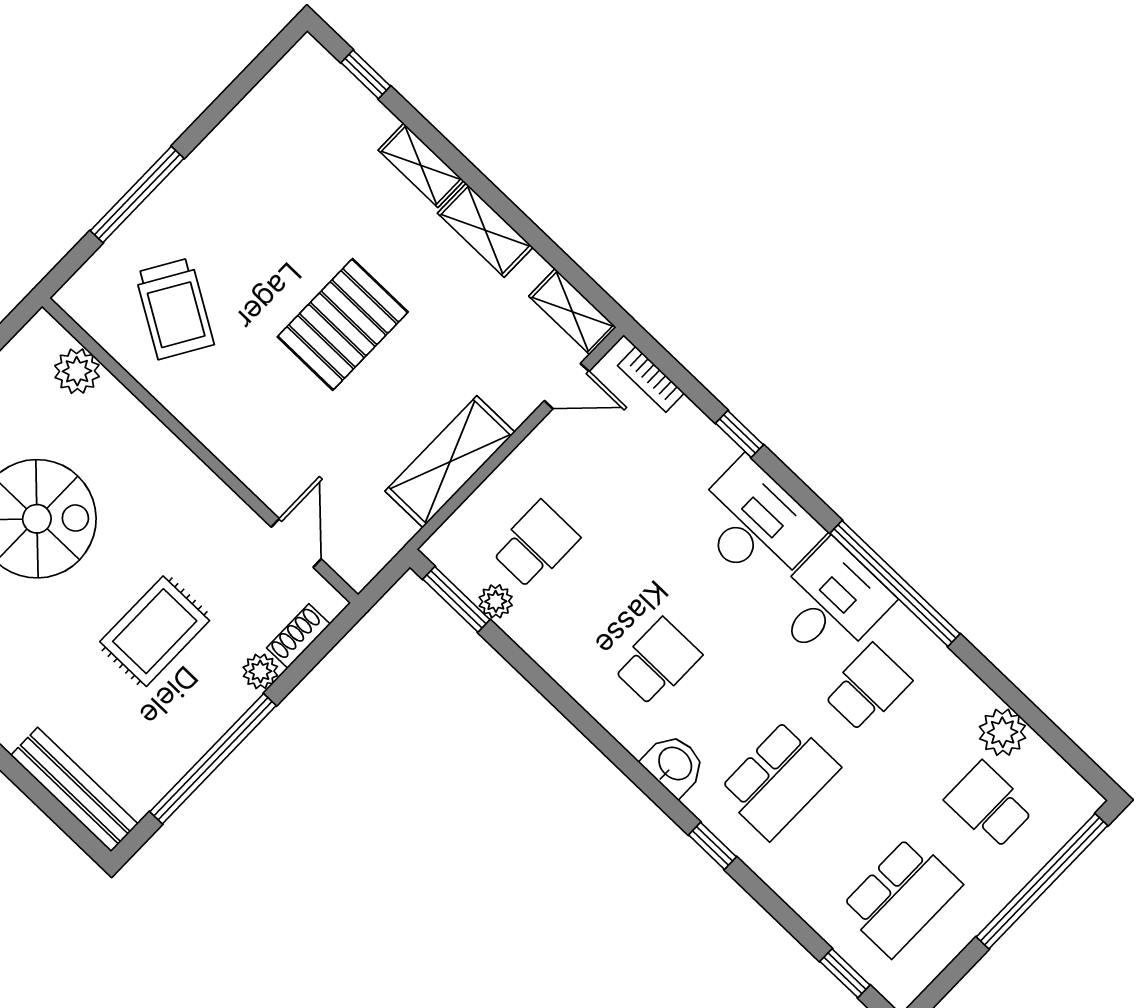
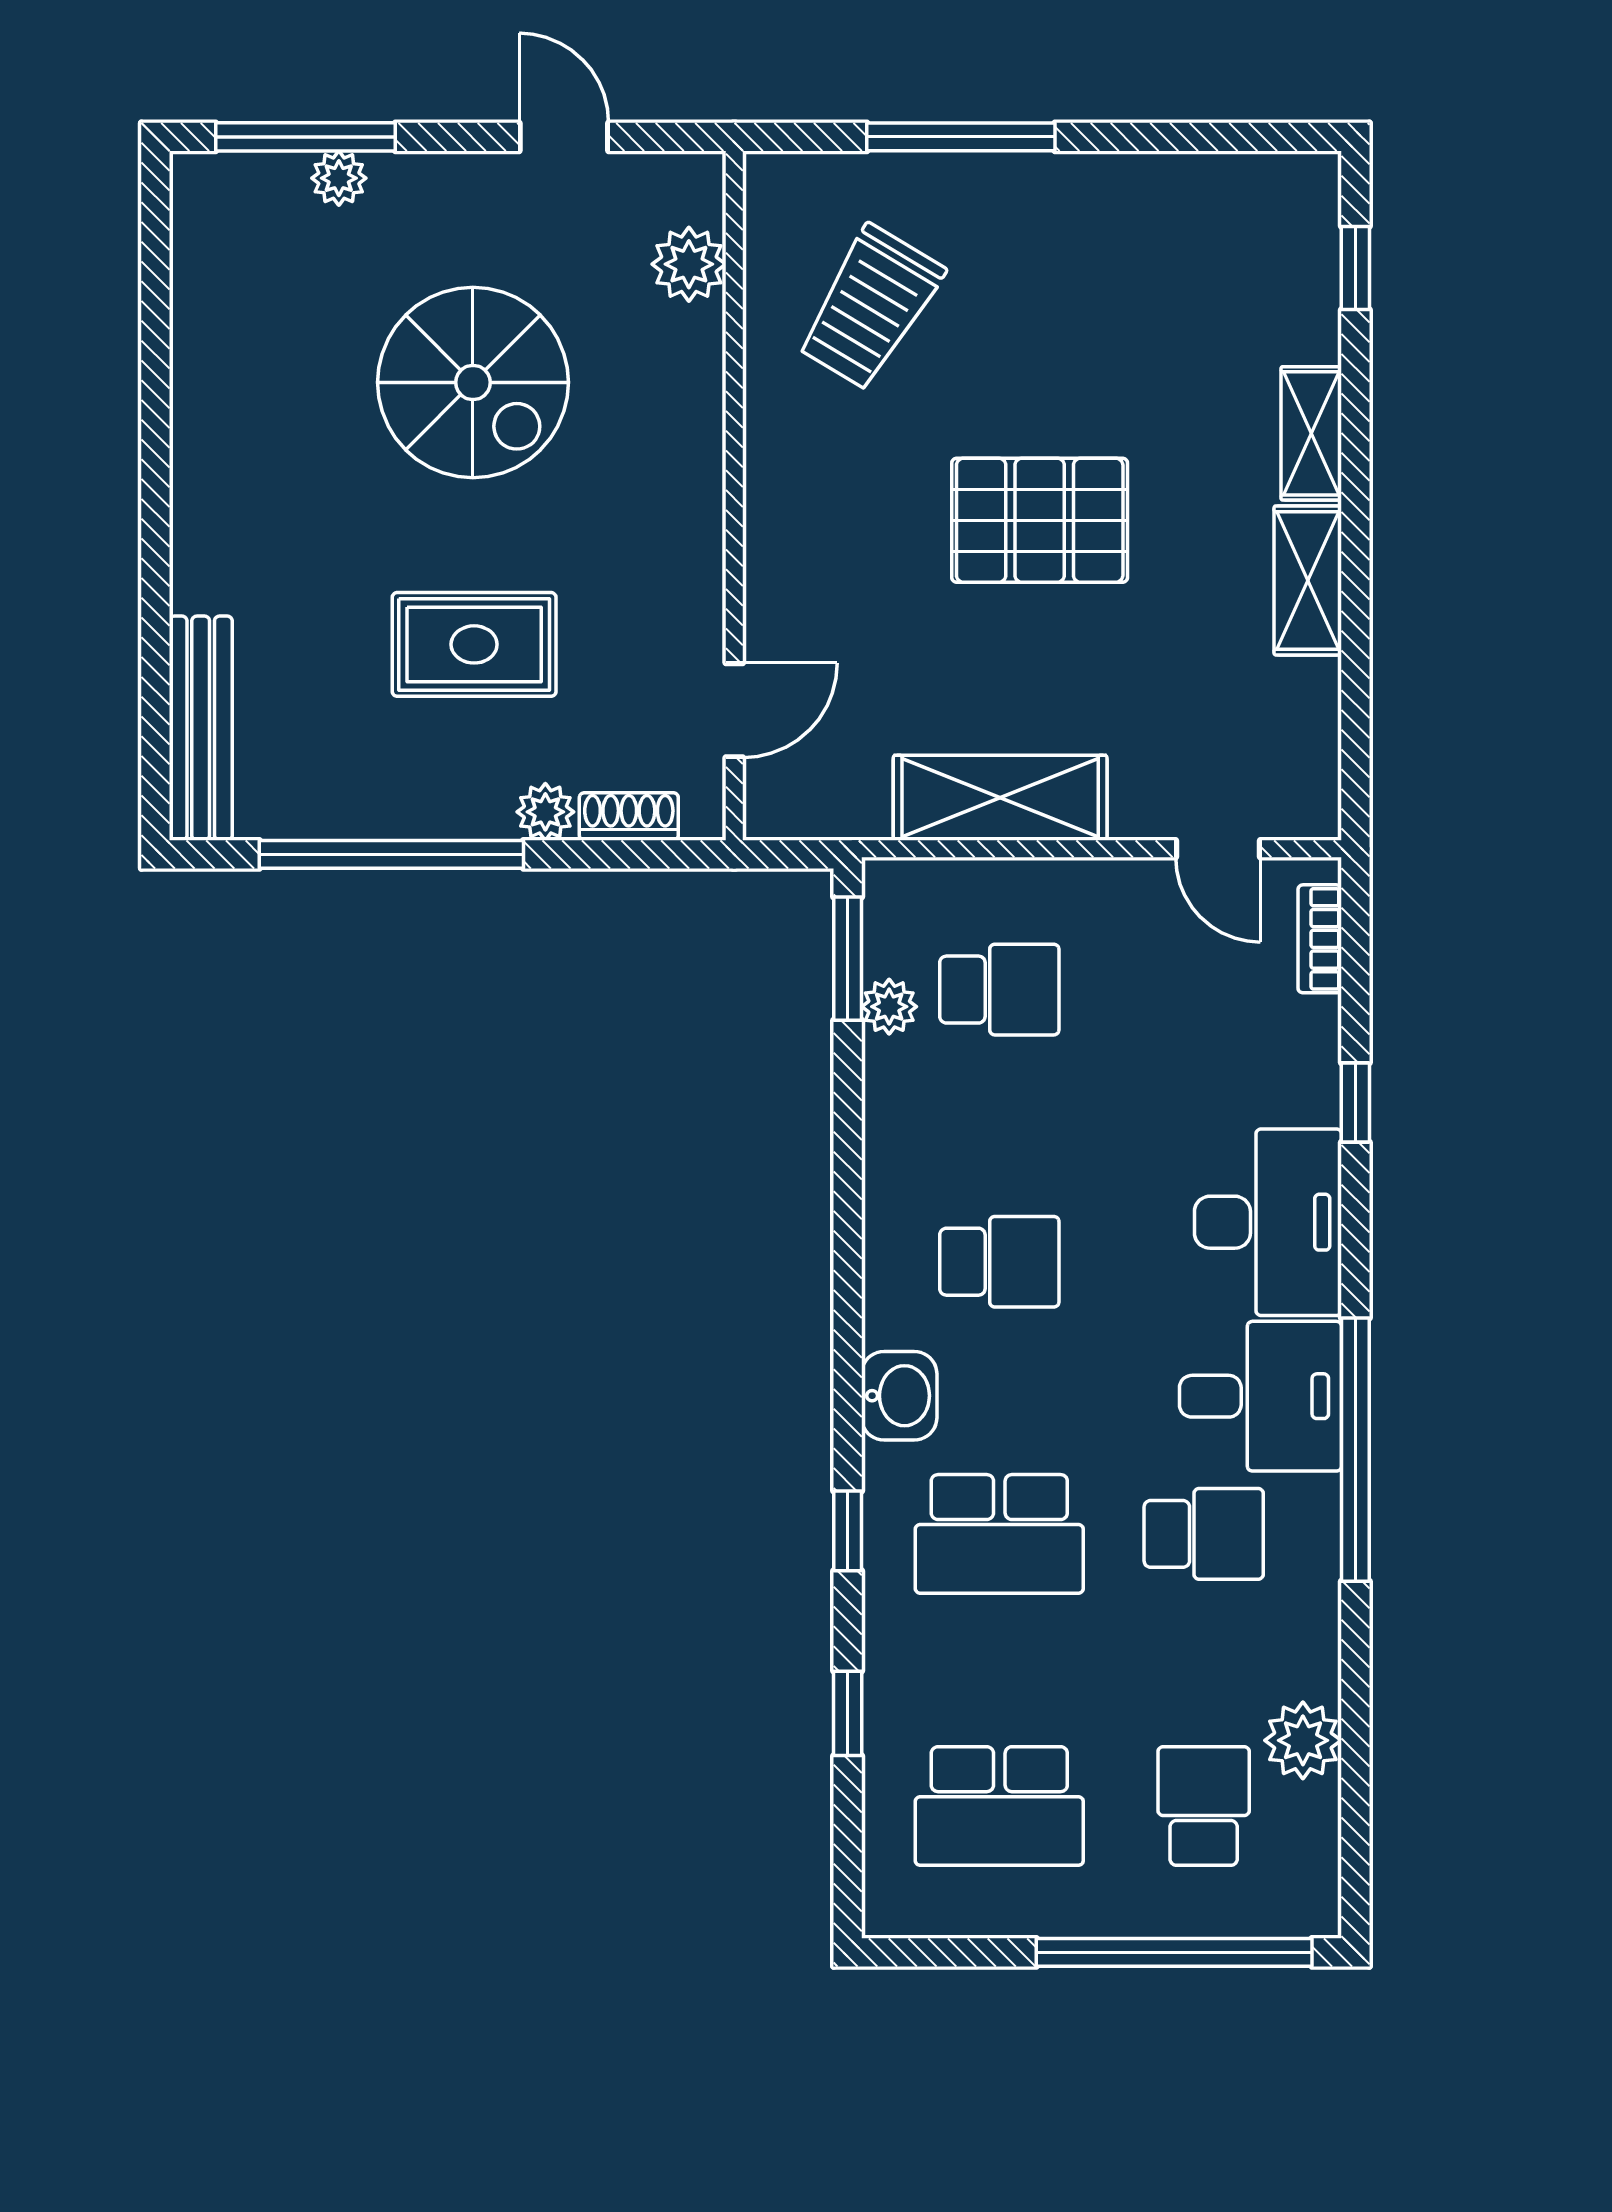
shelving: (572, 312) -> (1311, 772), removed
window: (845, 973) -> (848, 1713), moved

